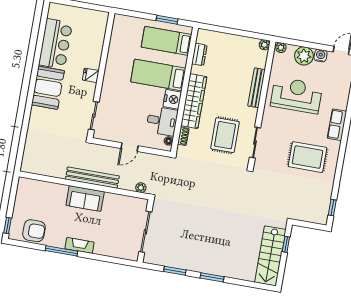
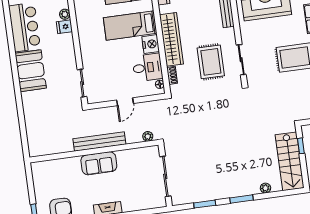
plant: (99, 44) -> (65, 14), added
fridge: (91, 75) -> (64, 27), moved
plant: (239, 274) -> (265, 188), added

